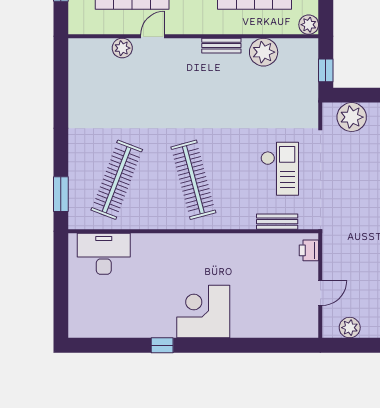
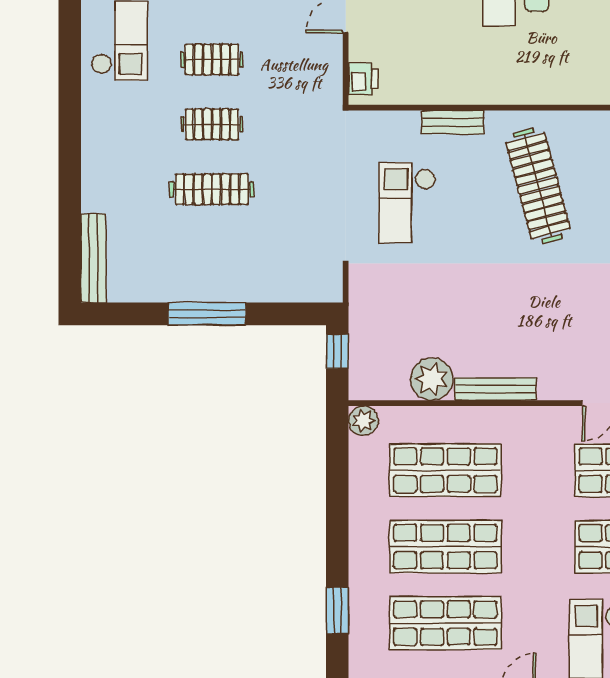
bench: (221, 46) -> (496, 389), width x1.36
plant: (352, 117) -> (298, 281), removed
bench: (277, 222) -> (453, 122), moved

